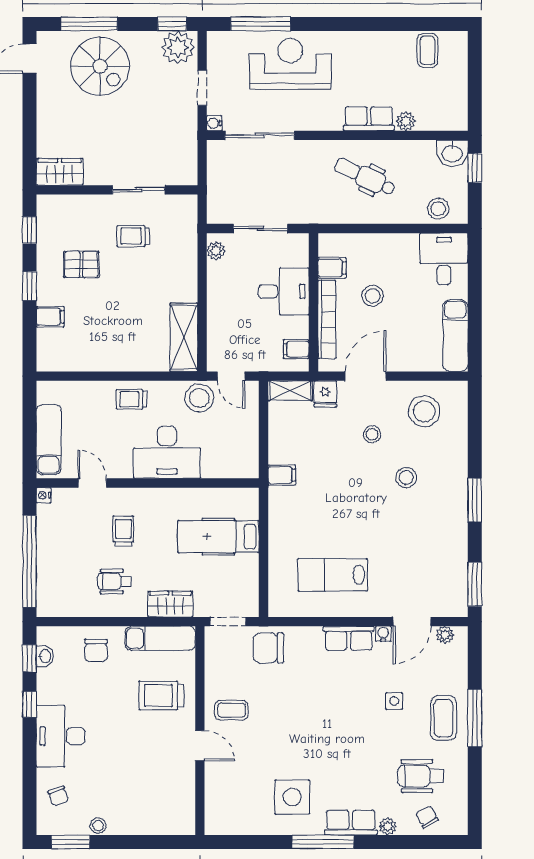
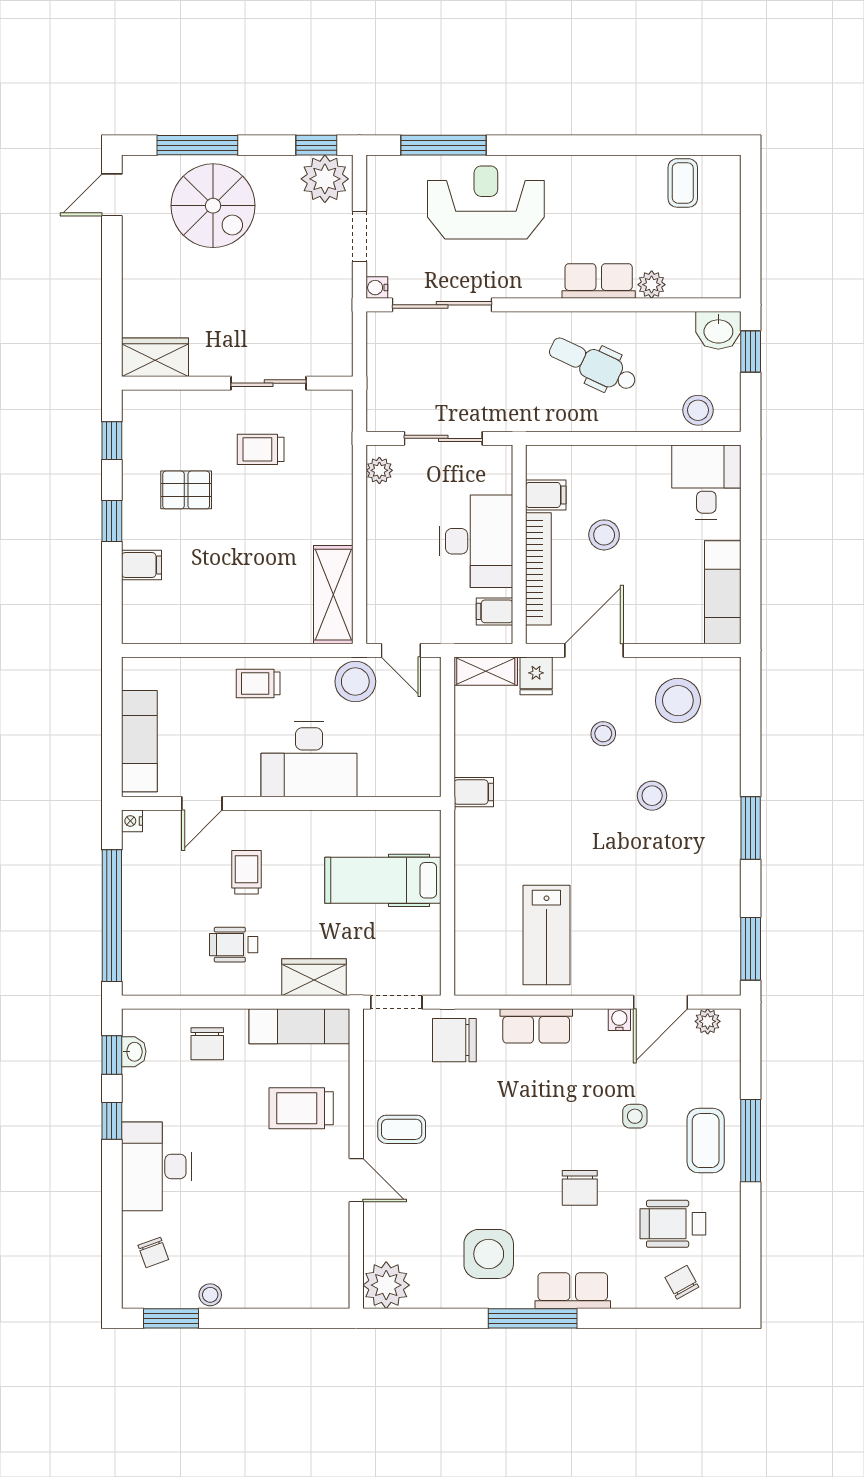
desk: (284, 291) -> (476, 541), width x1.37
door: (92, 483) -> (202, 803), swing flipped
lab bench: (333, 575) -> (546, 935), turned -90
row of seats: (349, 638) -> (536, 1026), moved
chair: (356, 751) -> (580, 1188), added
plant: (388, 826) -> (386, 1285), moved, width x1.87, depth x1.87

